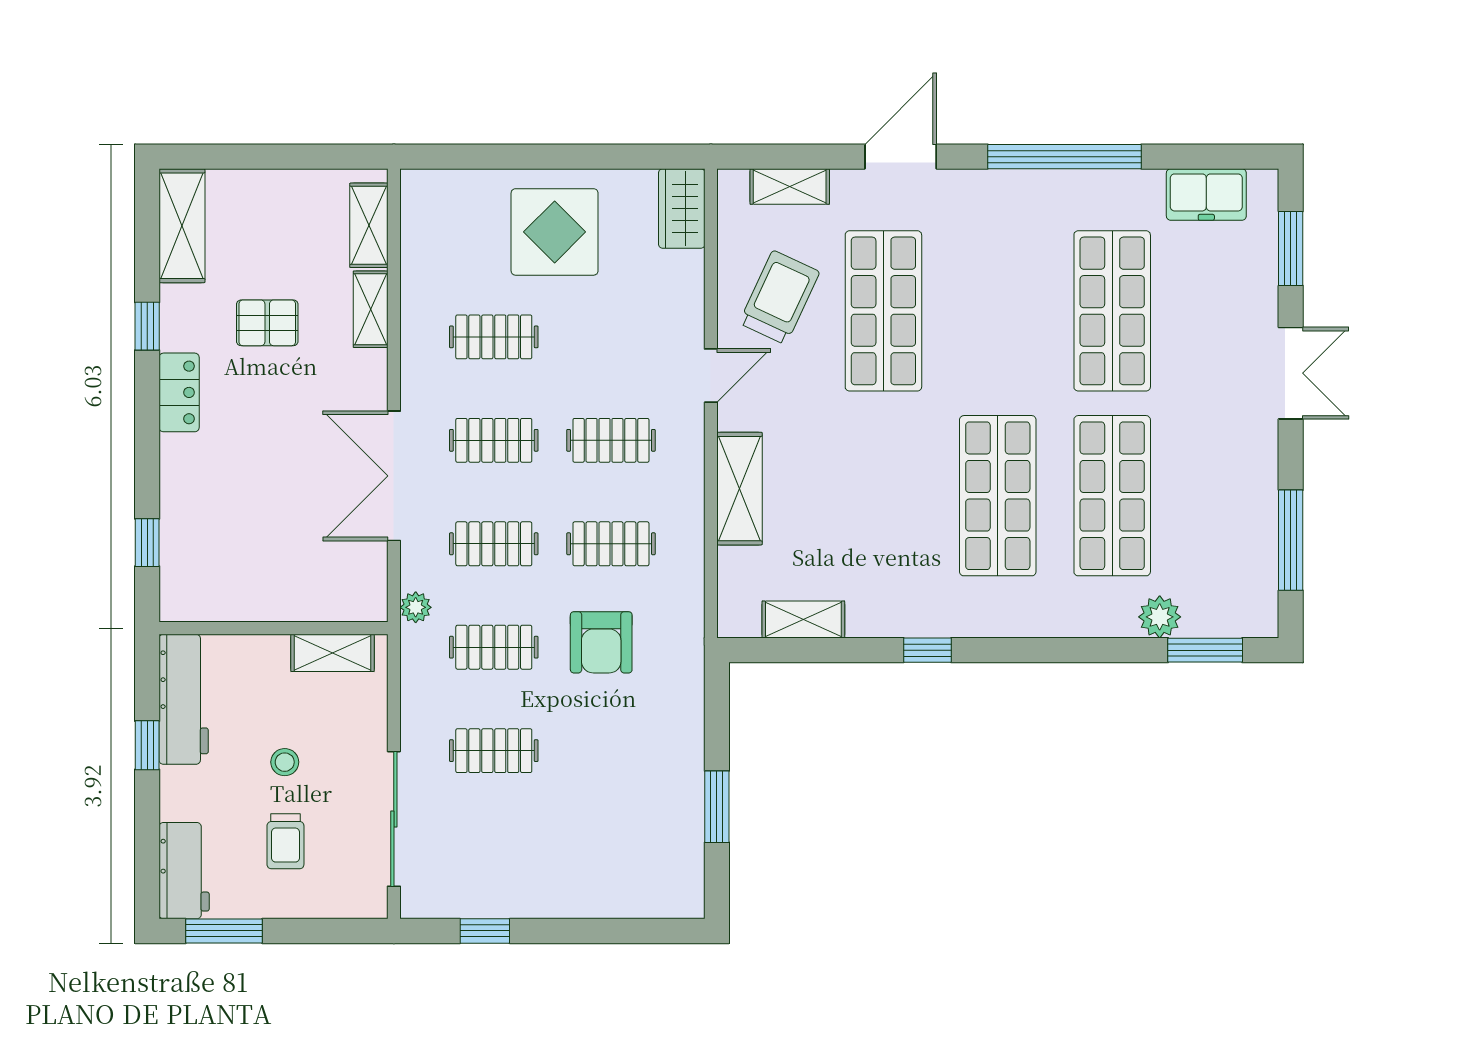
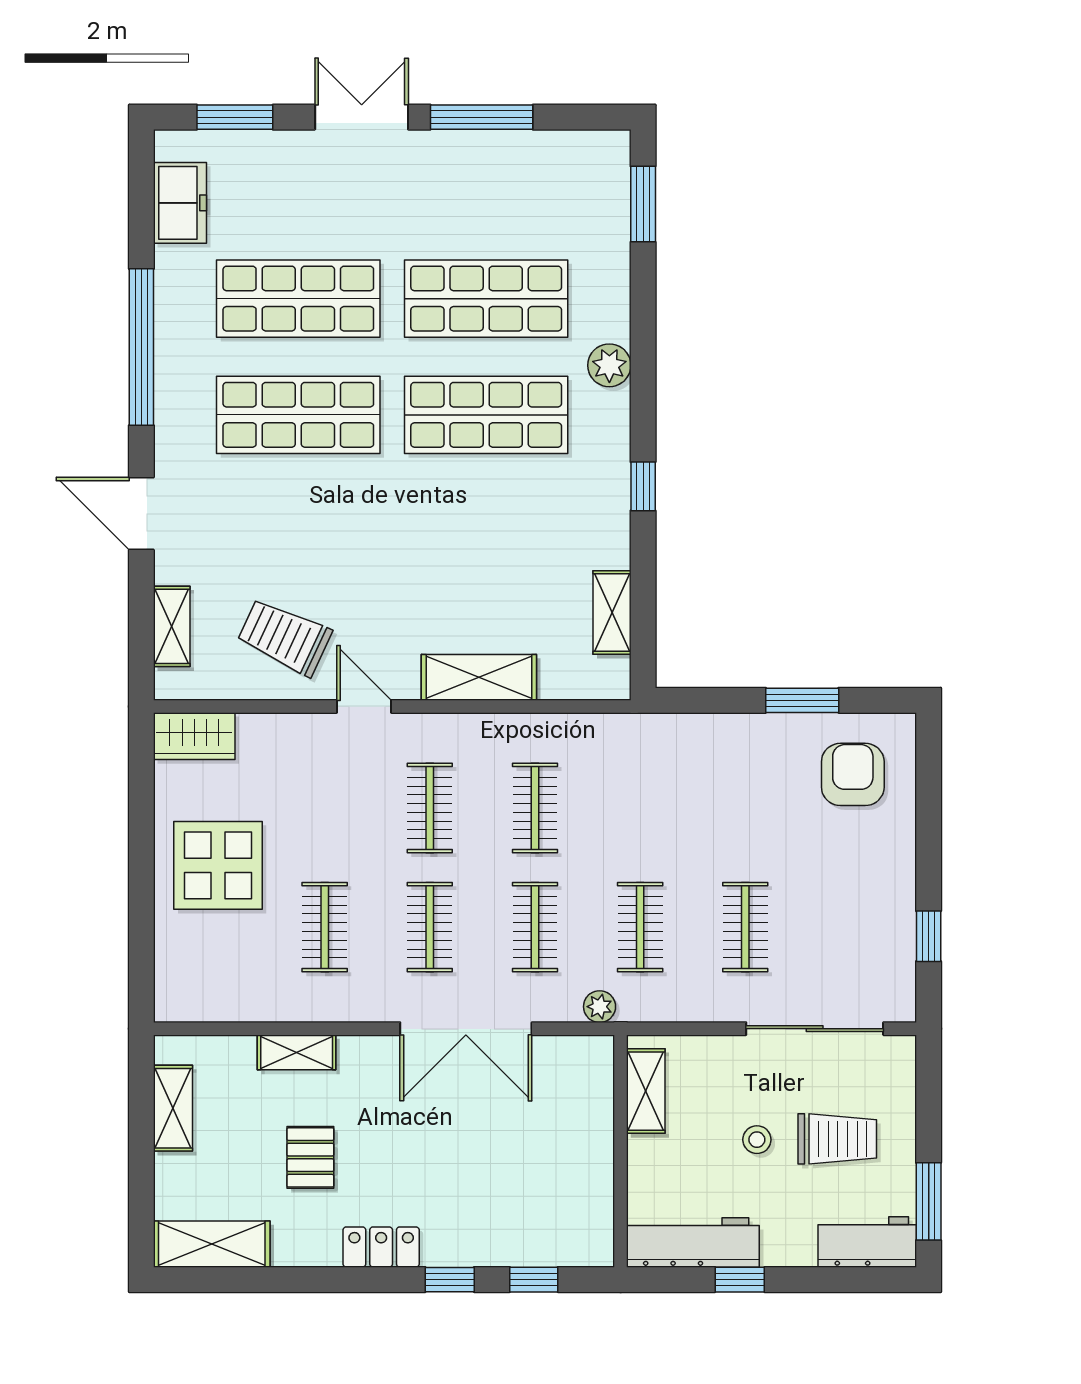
shelving: (369, 225) -> (173, 1108), moved, turned 90
shop shelf: (883, 311) -> (298, 415), moved
window: (147, 326) -> (450, 1280), moved
window: (1291, 540) -> (482, 117), moved
plant: (1160, 617) -> (609, 365), moved
armchair: (601, 642) -> (853, 774), moved, turned -90
trolley: (285, 841) -> (837, 1139), width x1.36, depth x1.39

